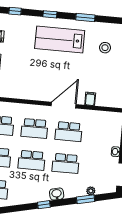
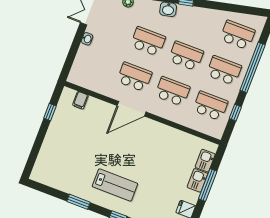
lab bench: (60, 39) -> (115, 185), width x0.73, depth x0.72
stool: (105, 48) -> (66, 161), removed
filing cabinet: (90, 99) -> (80, 100), moved

